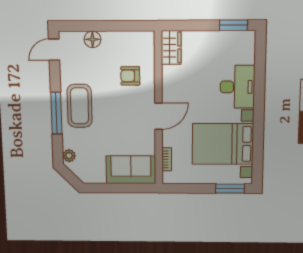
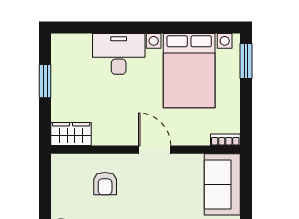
window: (233, 25) -> (45, 81), moved
bookcase: (167, 159) -> (225, 140), moved

